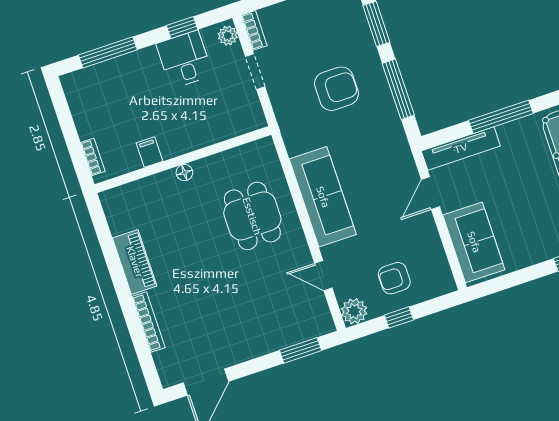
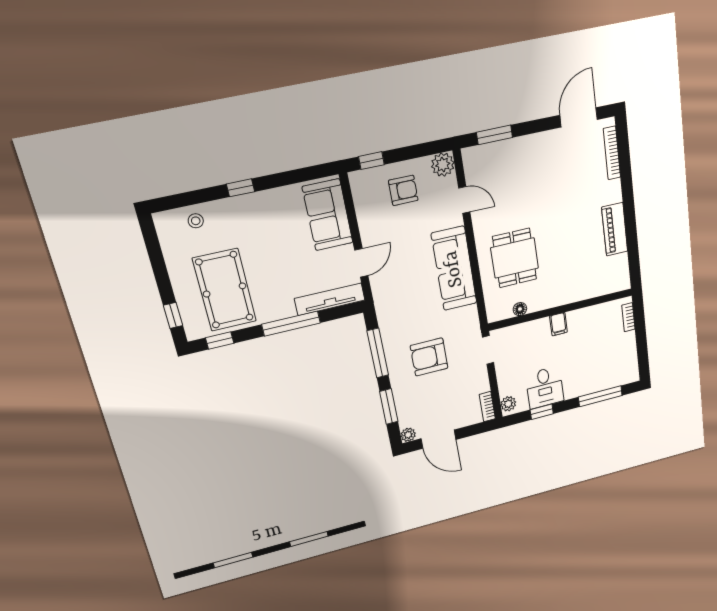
doorway: (255, 72) -> (488, 350), moved
filing cabinet: (149, 152) -> (558, 324), moved
floor lamp: (184, 173) -> (520, 309), moved
window: (399, 317) -> (371, 161), moved
bookcase: (148, 322) -> (612, 153), moved

